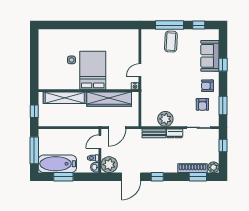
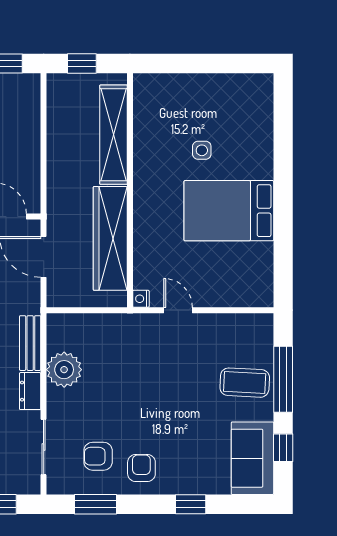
sofa: (210, 56) -> (252, 458), moved, turned -90
bed: (93, 70) -> (229, 211), moved, turned 180

